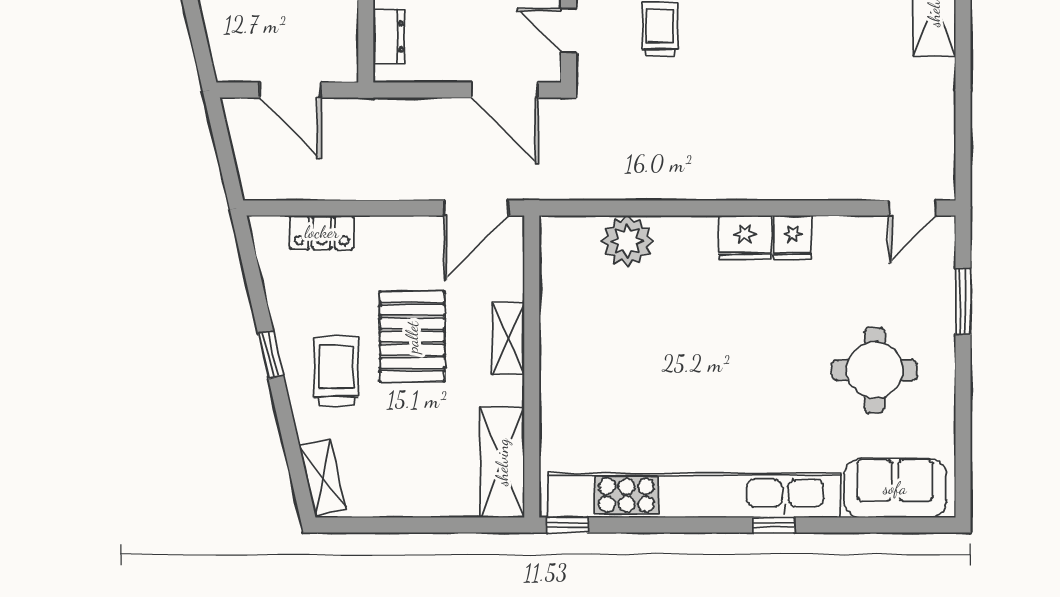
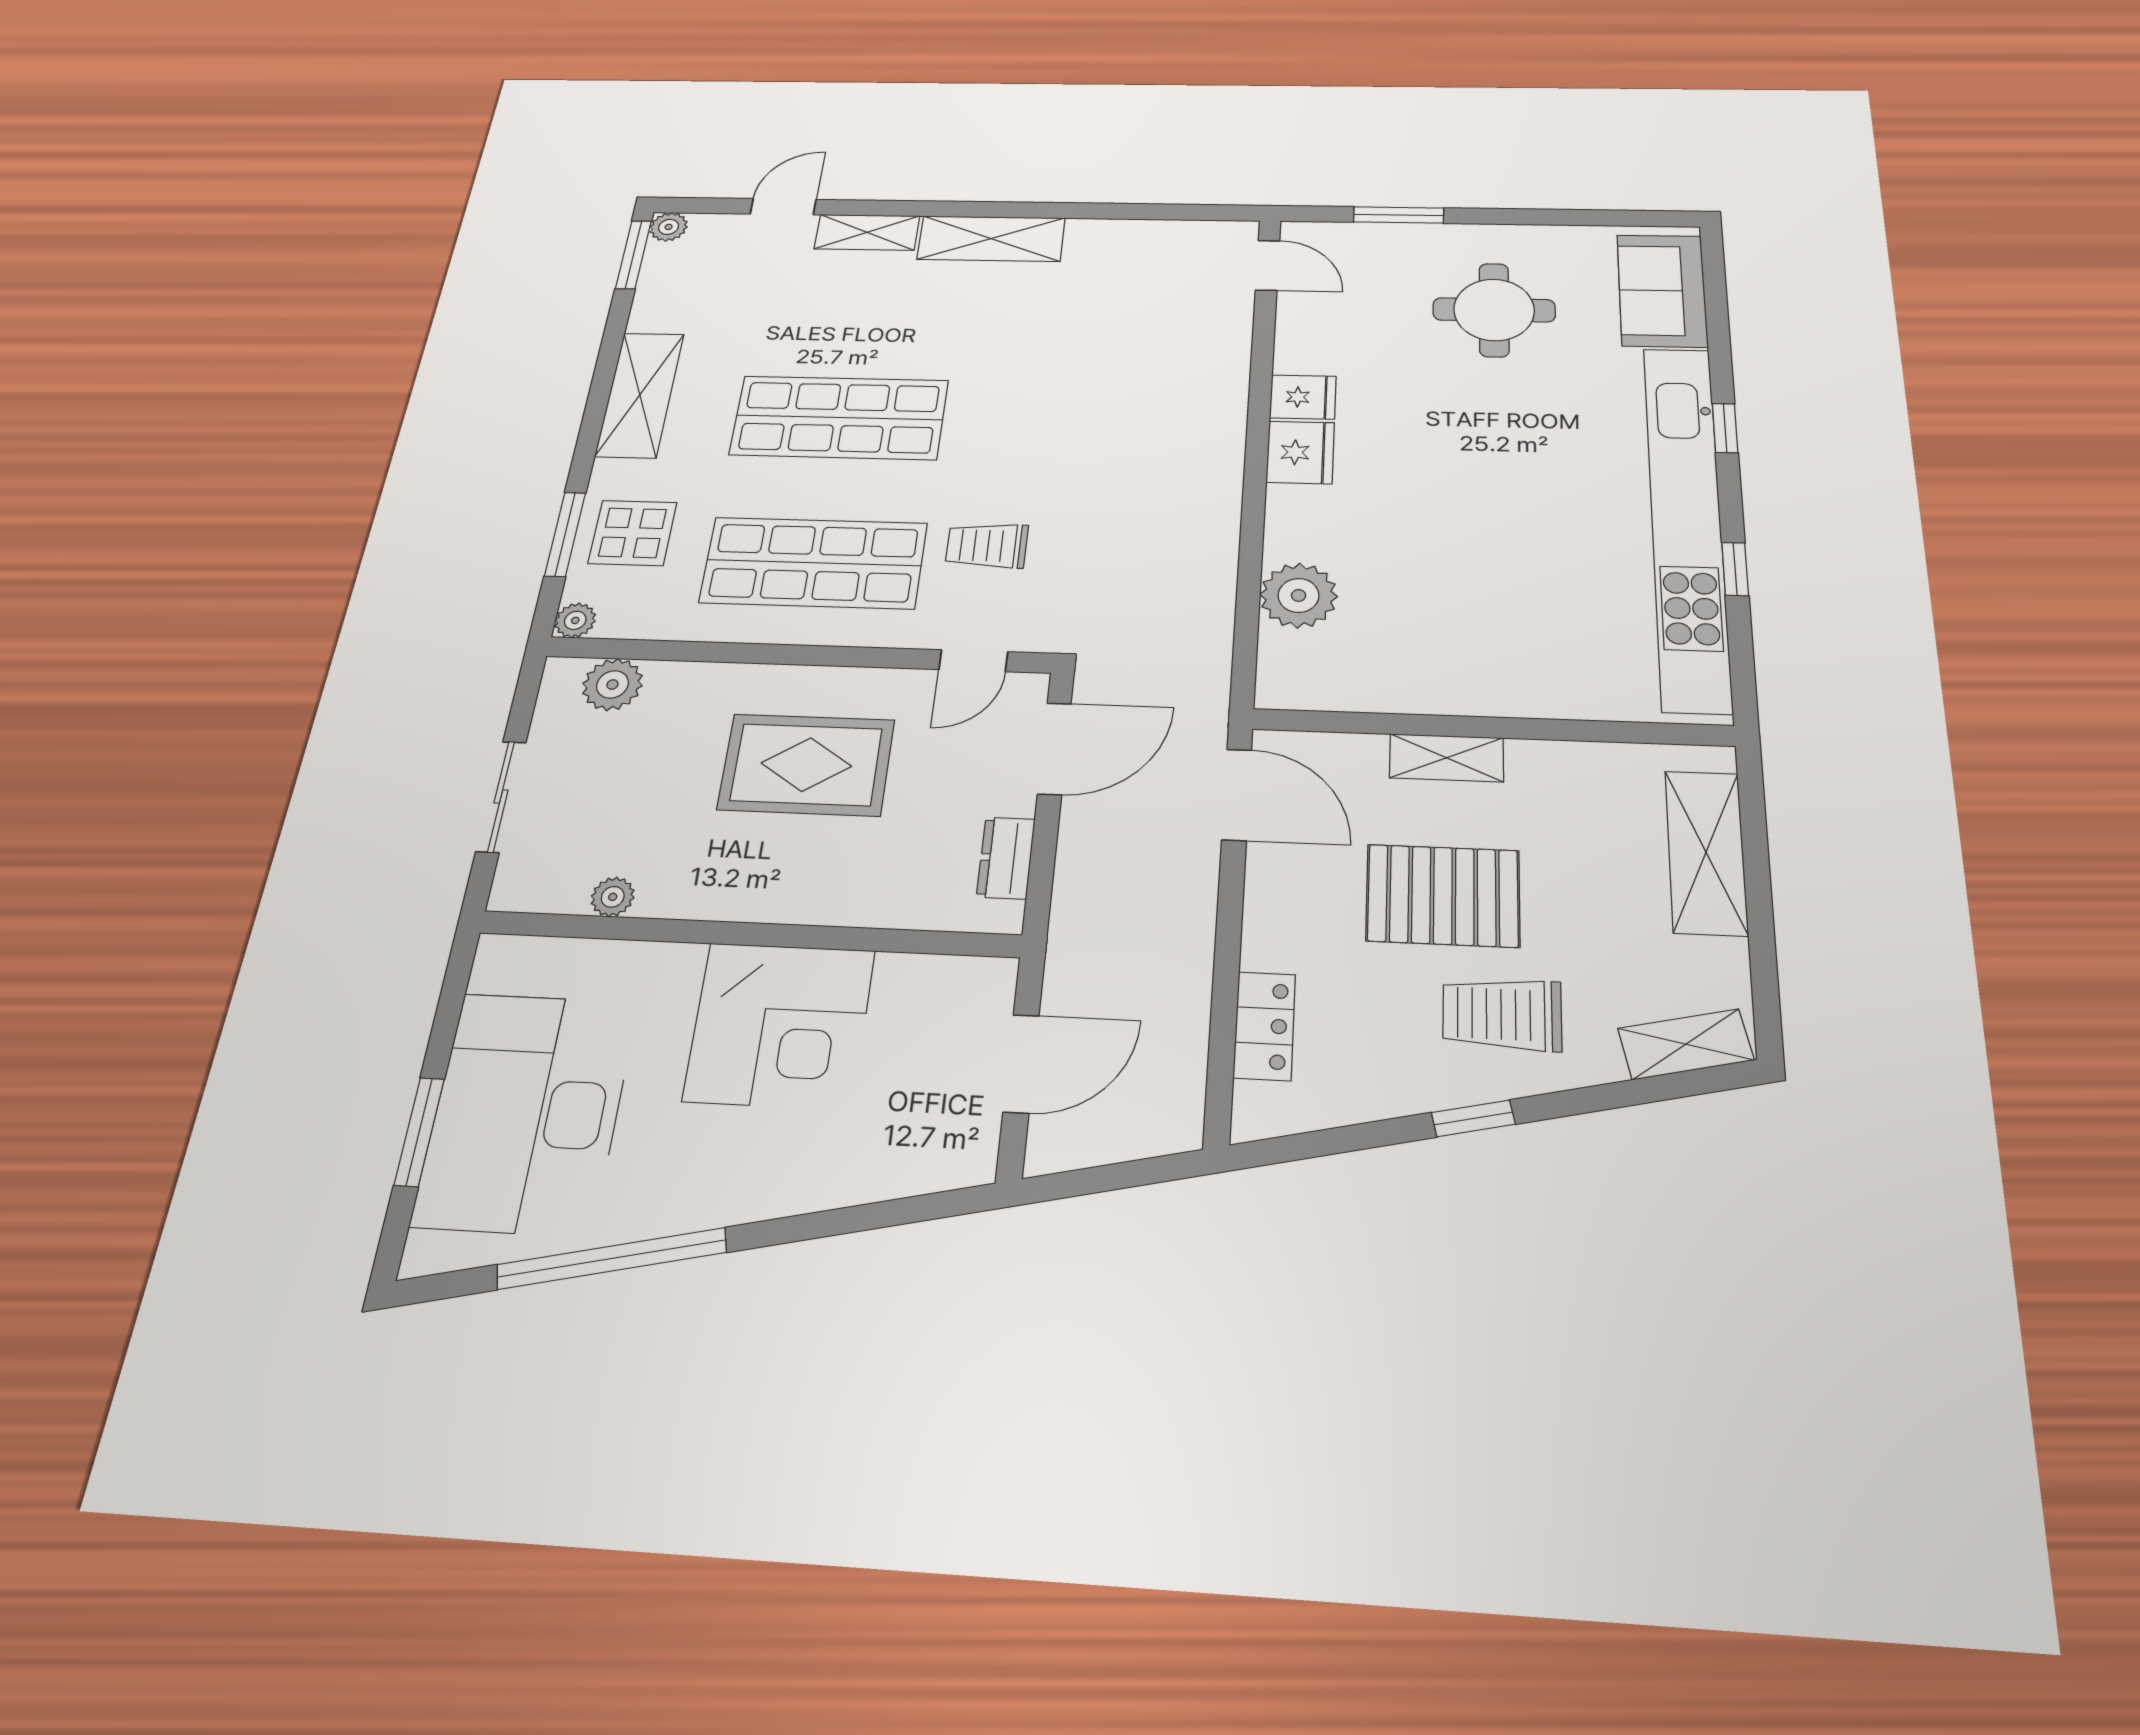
dresser: (389, 36) -> (1006, 858), moved, turned -90
shelving: (502, 462) -> (1706, 852), moved, turned 90
window: (567, 525) -> (1735, 569), moved

